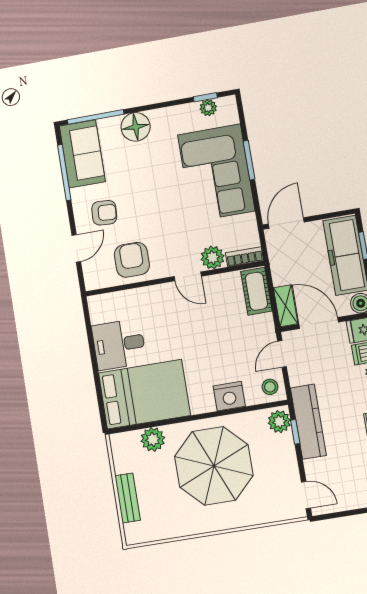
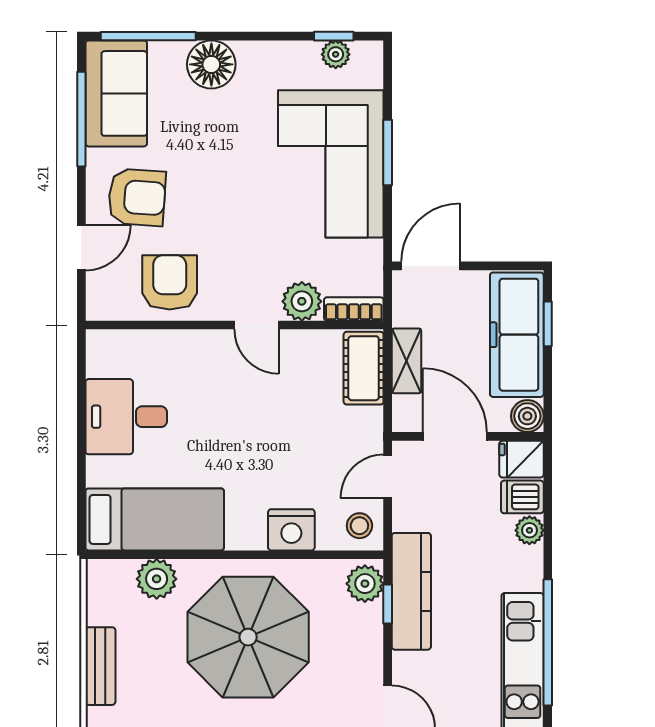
armchair: (104, 213) -> (137, 197), width x1.38, depth x1.38
shelving: (286, 306) -> (406, 361), moved
bed: (144, 394) -> (155, 519), width x0.67

